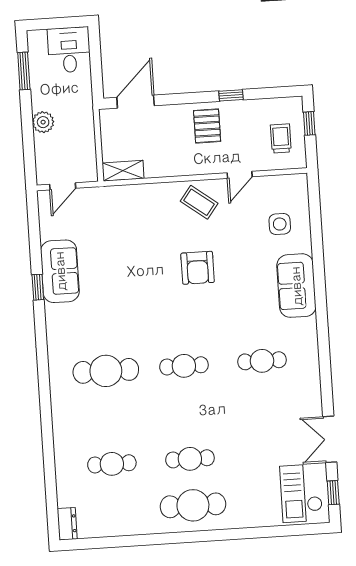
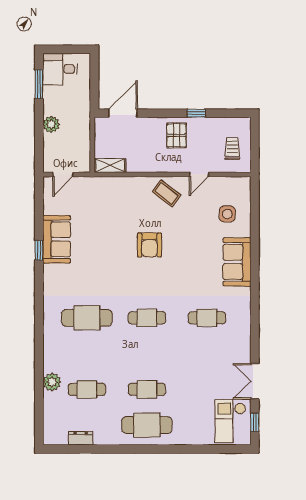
desk: (69, 50) -> (60, 69), moved, turned -90
window: (309, 123) -> (255, 139), removed
armchair: (198, 268) -> (150, 245), moved
plant: (66, 457) -> (52, 382), added
dresser: (67, 524) -> (81, 438), moved, turned -90

